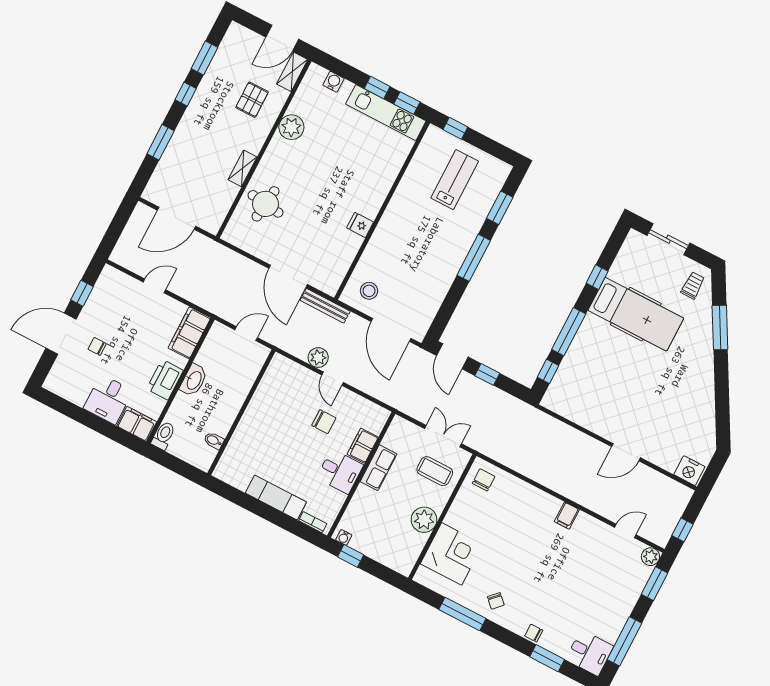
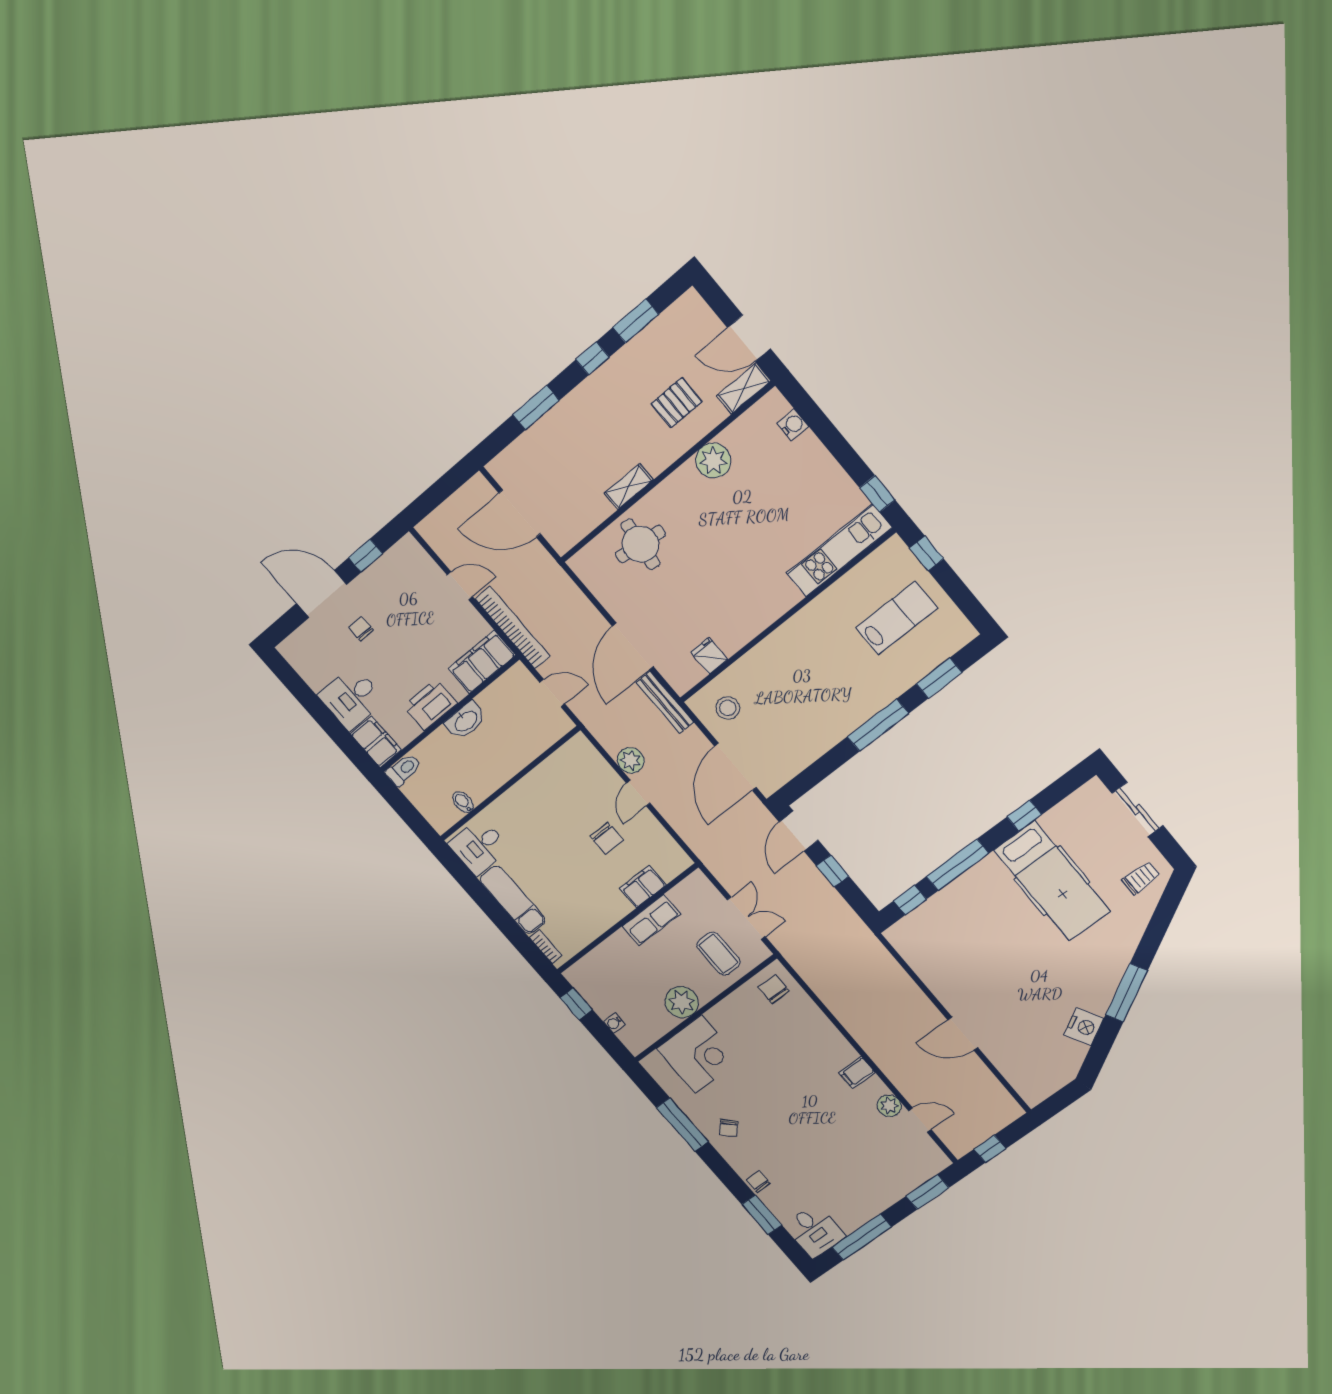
window: (377, 88) -> (847, 457), removed
kitchen unit: (386, 113) -> (839, 550), moved, turned 90
fridge: (360, 225) -> (709, 656), moved
bookcase: (201, 299) -> (512, 628), added
window: (720, 327) -> (1127, 993), moved
desk: (340, 471) -> (479, 846), moved, turned 90
nightstand: (689, 471) -> (1084, 1027), moved, turned -119
chair: (484, 480) -> (774, 989), turned -90
water cooler: (344, 537) -> (614, 1023), moved
plant: (650, 557) -> (889, 1106), moved

